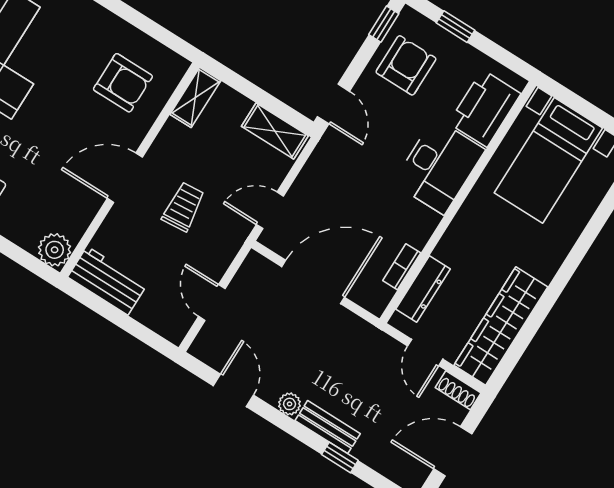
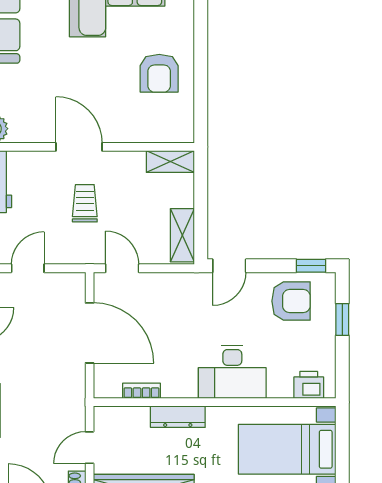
armchair: (123, 83) -> (159, 73), moved
printer: (485, 108) -> (309, 385), width x0.53, depth x0.68
trolley: (184, 207) -> (85, 203), turned -85
dresser: (423, 289) -> (178, 417), moved

